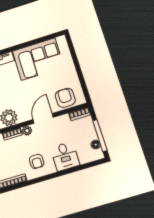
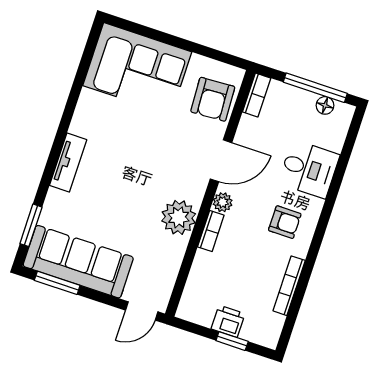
corner sofa: (38, 59) -> (137, 69), moved, turned 90
armchair: (65, 98) -> (213, 99), turned -93
door: (43, 118) -> (221, 161), swing flipped

